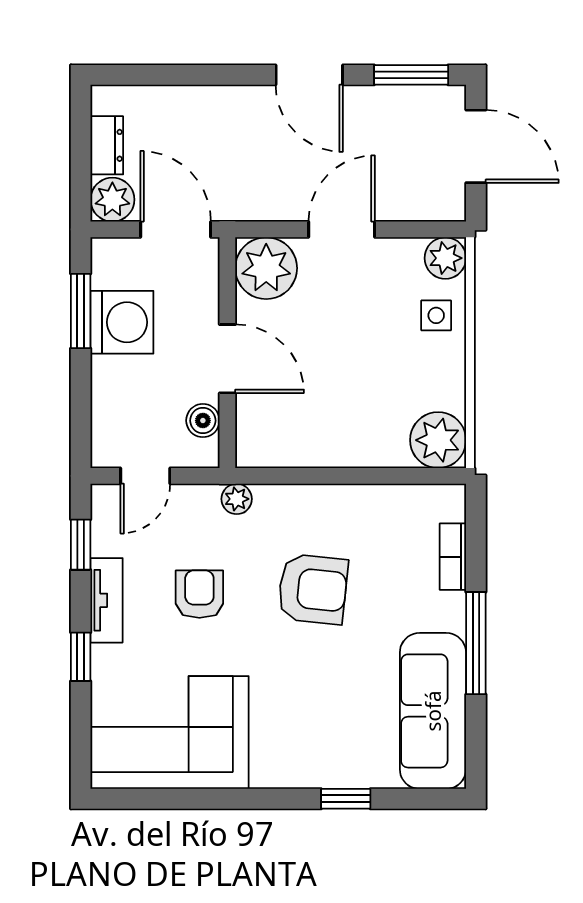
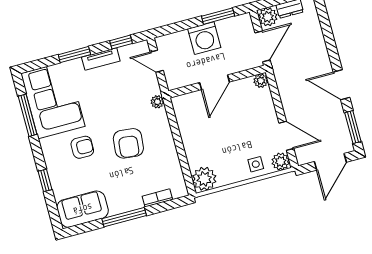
door: (309, 75) -> (342, 85), hinge flipped
door: (342, 229) -> (286, 136), moved
plant: (266, 268) -> (261, 81), width x0.53, depth x0.53
washing machine: (122, 322) -> (204, 38), moved
boiler: (203, 421) -> (186, 79), removed
armchair: (199, 594) -> (82, 147), moved
window: (81, 657) -> (74, 55), width x1.50
sofa: (433, 711) -> (83, 209), width x0.73
window: (189, 799) -> (28, 115), added

